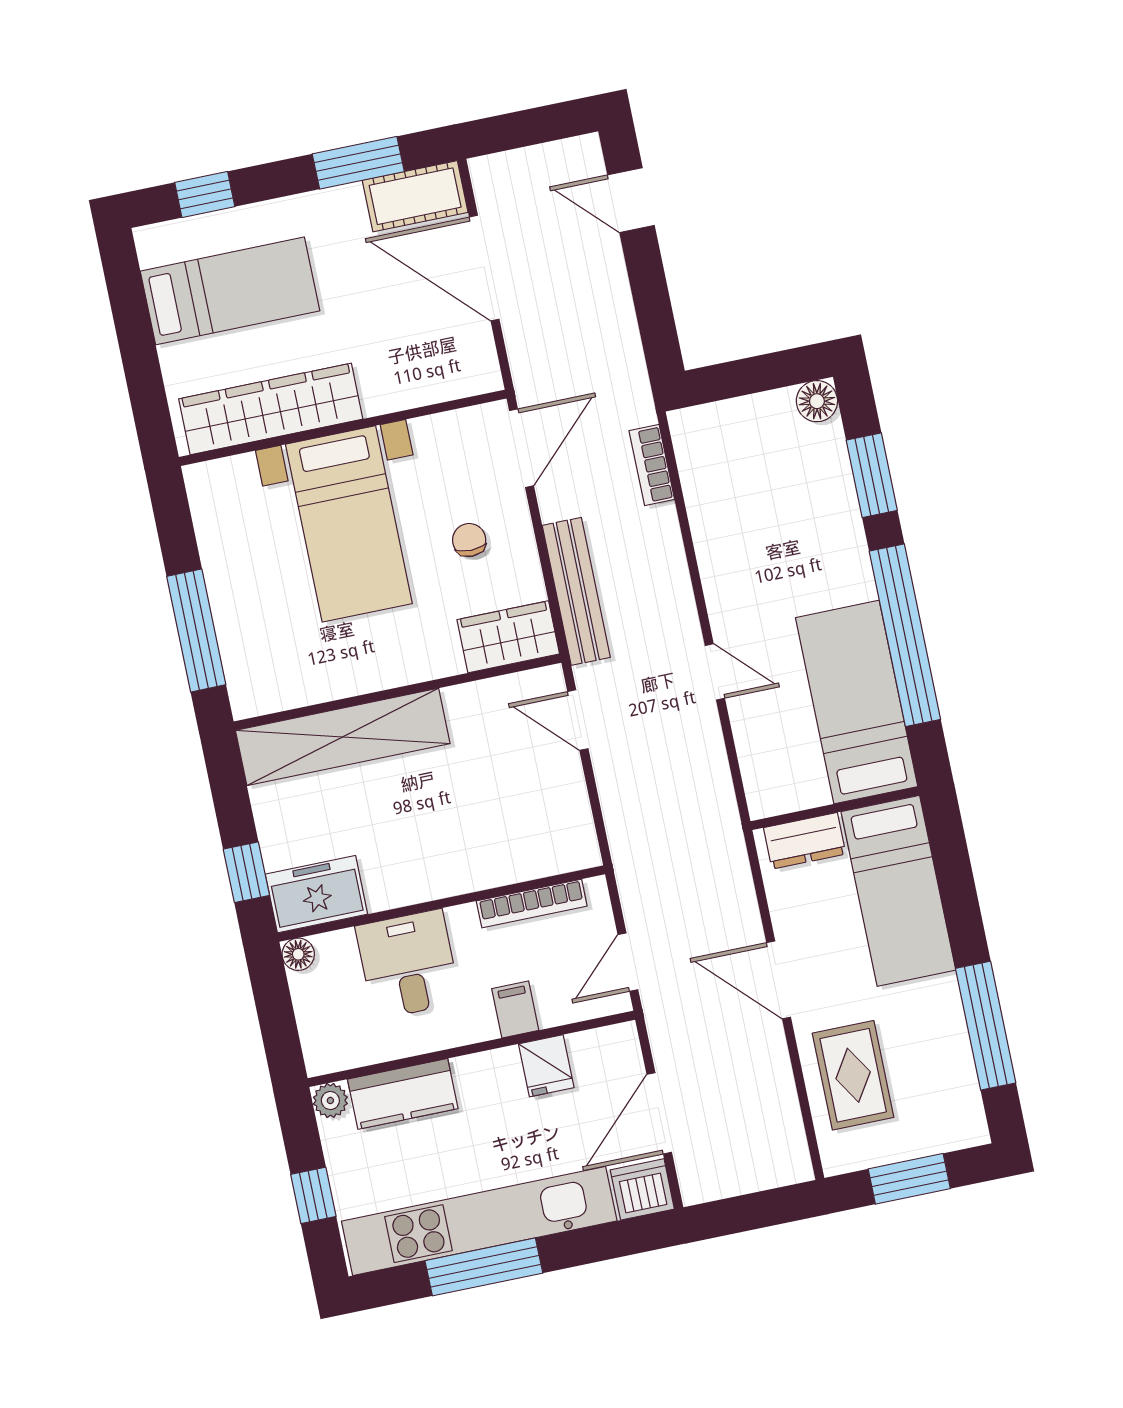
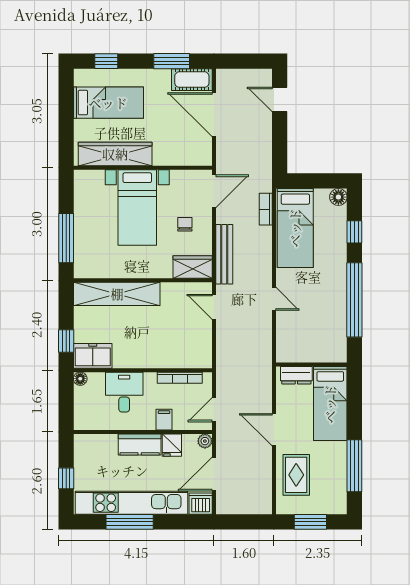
window: (872, 475) -> (354, 232), width x0.67
bed: (857, 702) -> (295, 228), moved, turned 180
kitchen counter: (403, 1094) -> (140, 444), moved
plant: (330, 1100) -> (205, 441), moved

